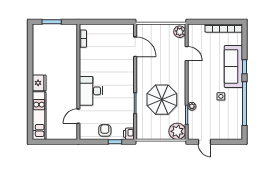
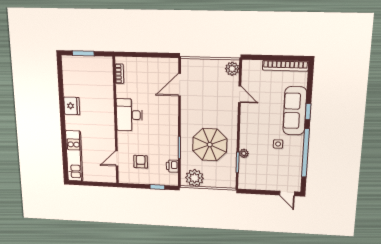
door: (135, 47) -> (180, 85), swing flipped
fridge: (39, 83) -> (72, 106), moved
desk: (91, 91) -> (129, 115), moved
armchair: (105, 130) -> (141, 162), moved
plant: (177, 131) -> (195, 178), moved
printer: (129, 134) -> (172, 166), moved
door: (205, 142) -> (287, 193), moved

